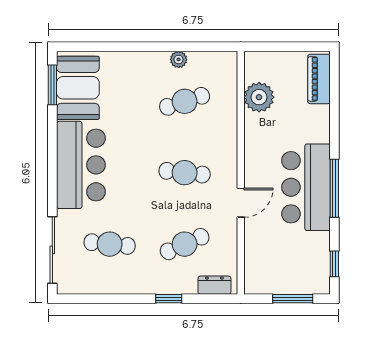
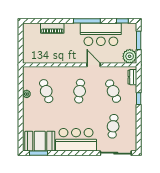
piano: (319, 79) -> (52, 28), moved
plant: (259, 97) -> (130, 56), moved
bar counter: (306, 187) -> (101, 34), moved

